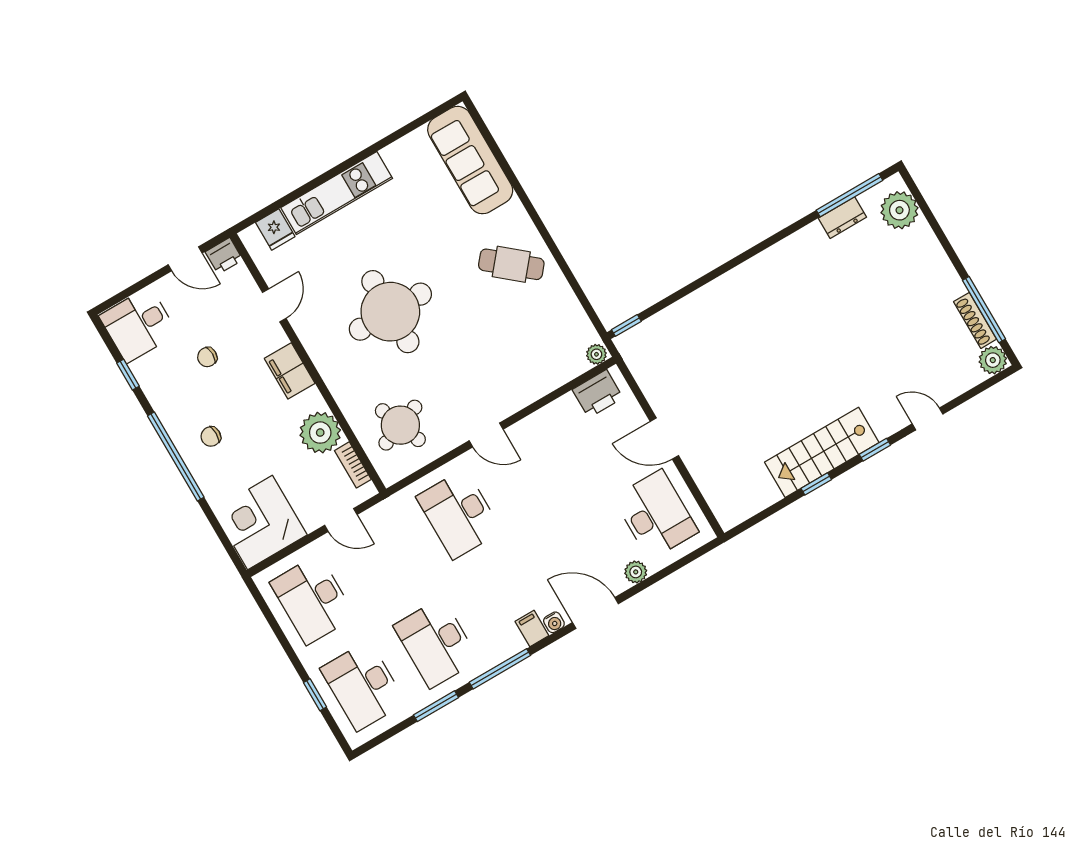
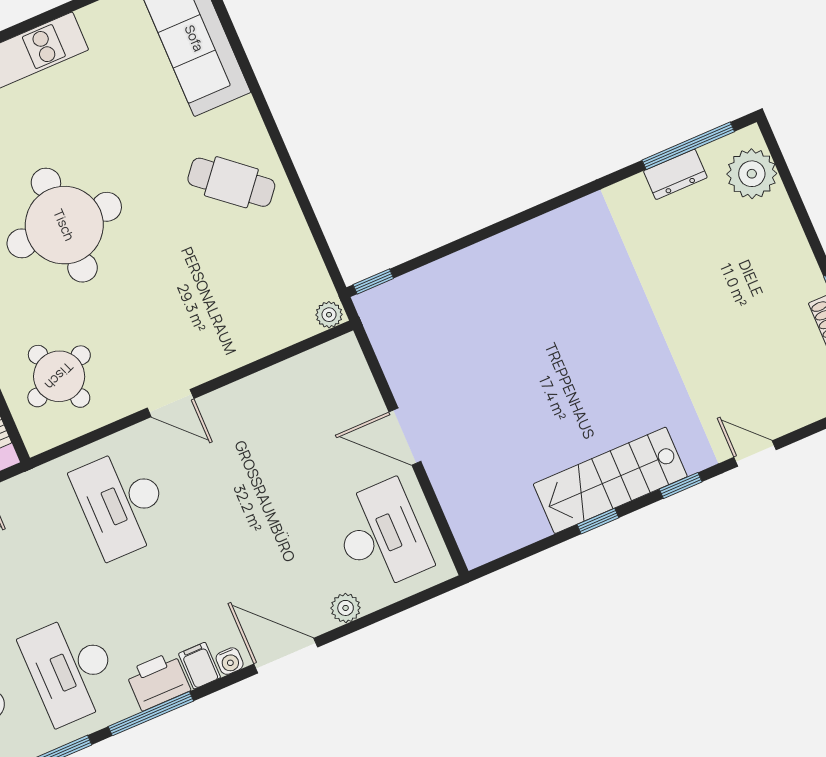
printer: (598, 394) -> (158, 681), moved, turned 180

